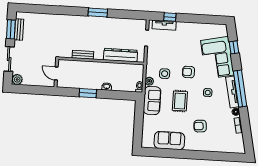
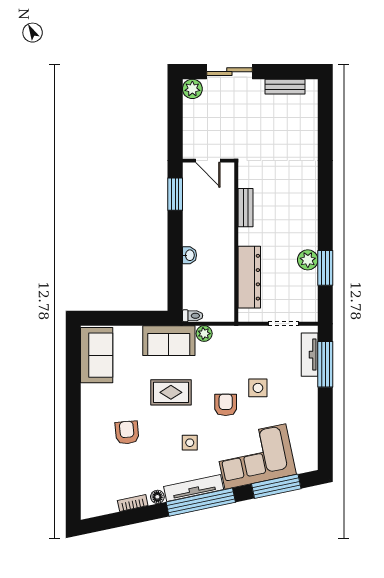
window: (98, 13) -> (325, 268), moved
window: (170, 17) -> (325, 364), width x2.17
plant: (113, 23) -> (308, 260), added
window: (11, 29) -> (284, 72), removed
window: (234, 47) -> (276, 486), width x2.17
door: (56, 73) -> (208, 161), swing flipped
side table: (165, 74) -> (258, 388), moved
window: (88, 93) -> (175, 194), moved
sofa: (169, 141) -> (97, 355), moved

